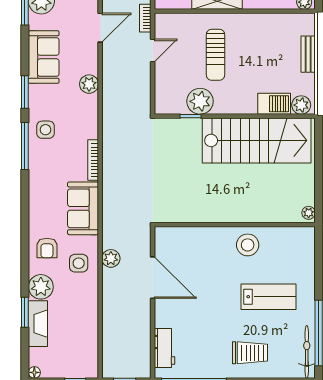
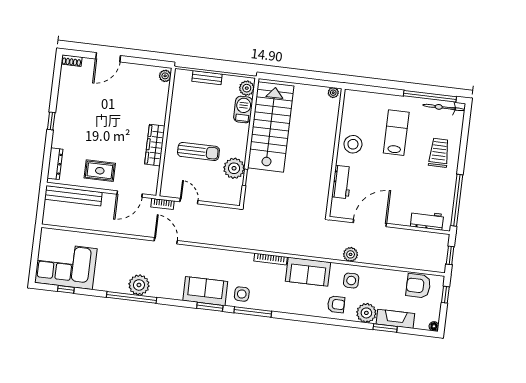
sofa: (44, 57) -> (205, 291), moved
plant: (89, 84) -> (210, 255), removed
workbench: (199, 237) -> (342, 182), added
armchair: (82, 347) -> (418, 286), added

